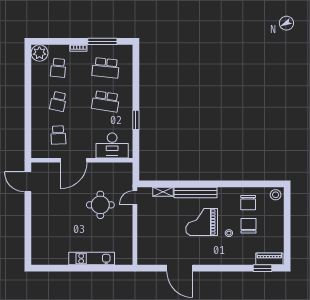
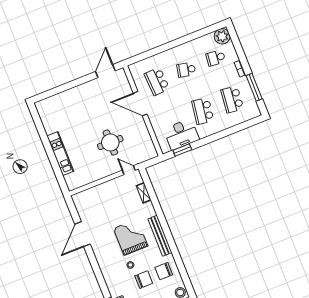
window: (136, 120) -> (182, 150), moved
school desk: (58, 135) -> (157, 81), width x1.85
desk: (112, 145) -> (181, 134), moved, turned -90
bench: (195, 193) -> (160, 236), moved

